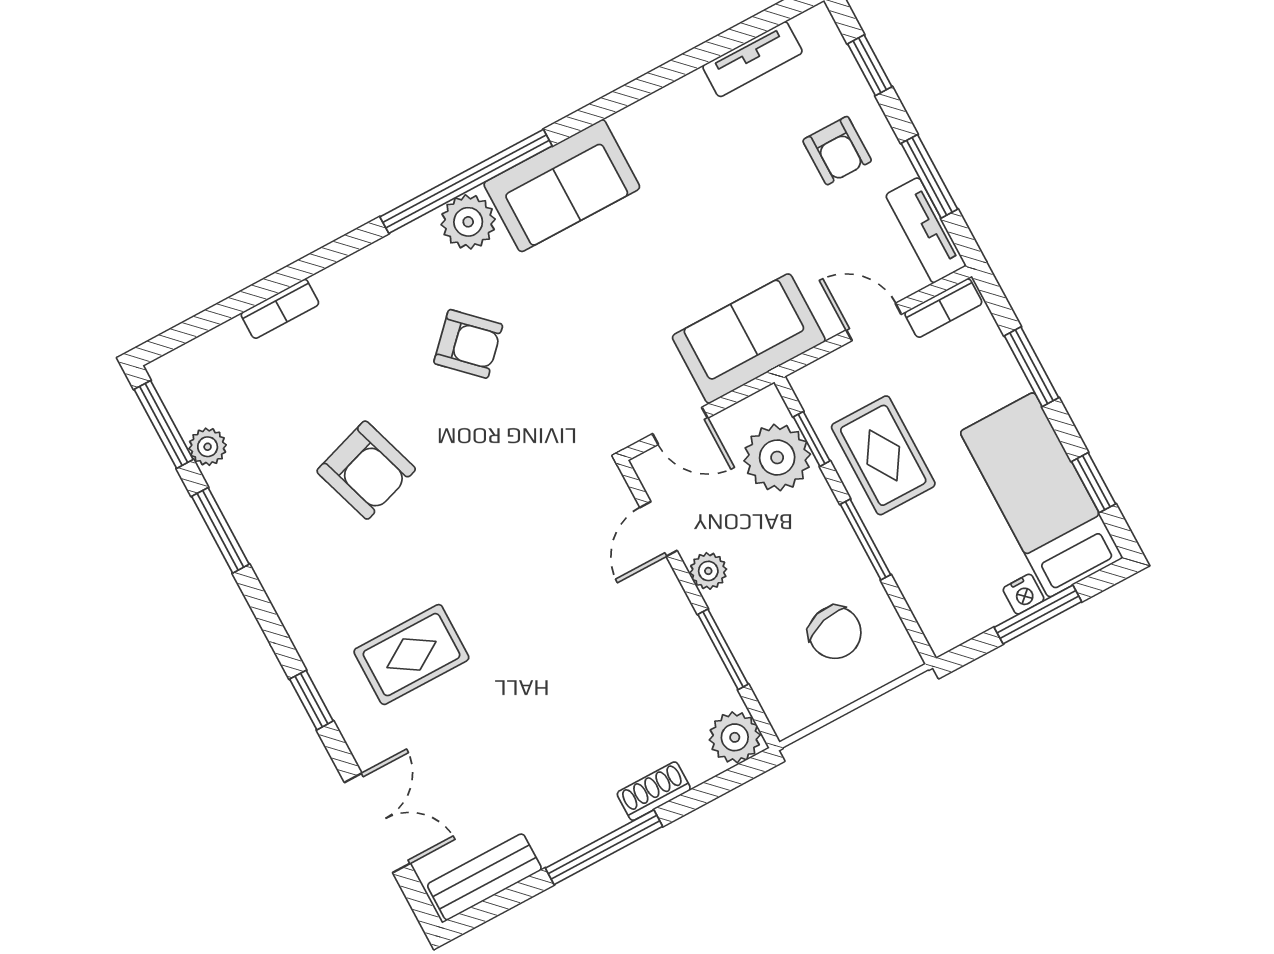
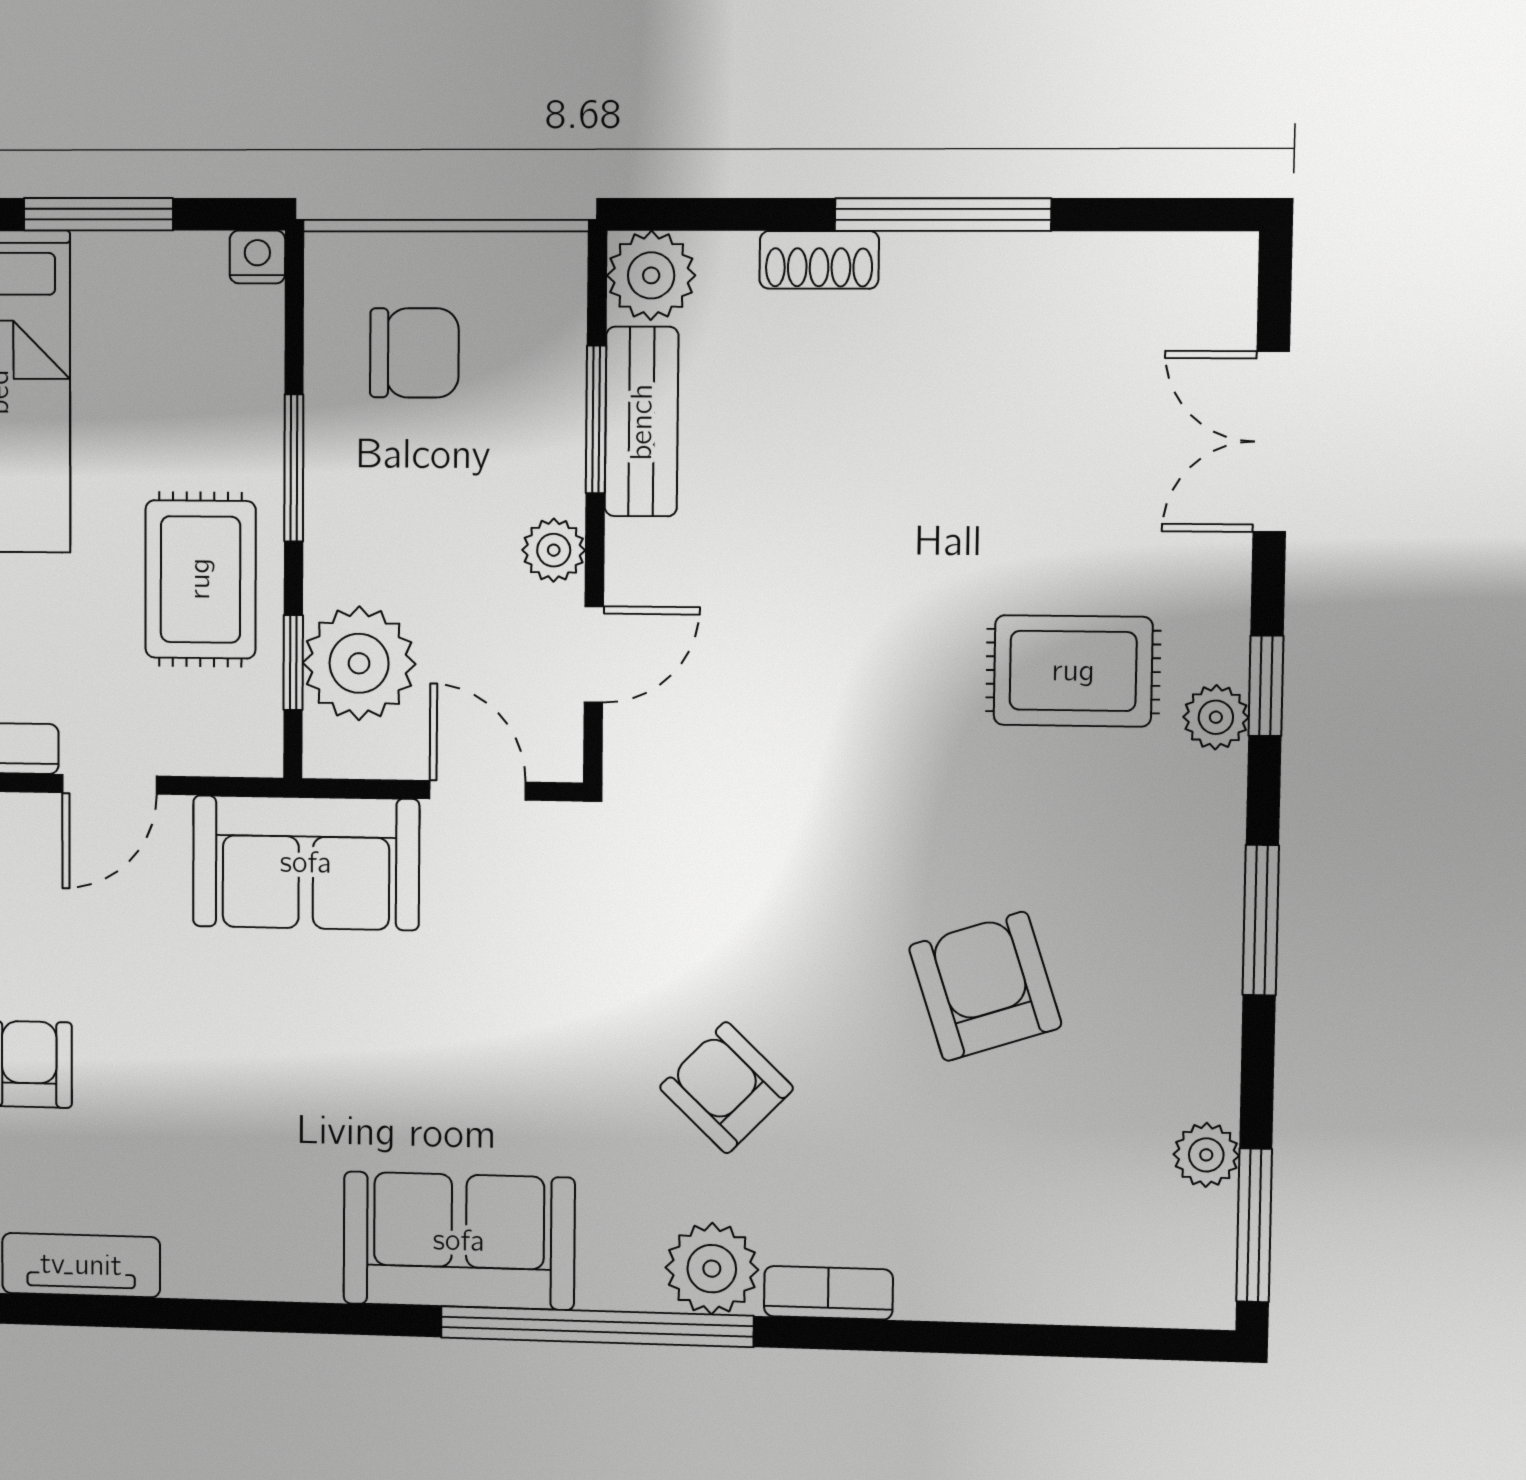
plant: (468, 222) -> (712, 1269), moved
bookcase: (280, 309) -> (828, 1293), moved
door: (874, 322) -> (109, 784), hinge flipped
window: (220, 530) -> (1261, 920), moved
nightstand: (1024, 594) -> (257, 257), moved
chair: (835, 632) -> (414, 353), turned 105
plant: (327, 671) -> (1216, 717), added
bench: (484, 877) -> (642, 422), moved, turned 90

